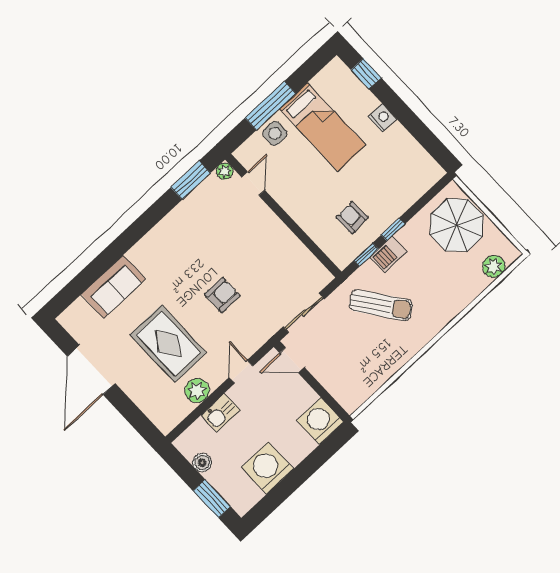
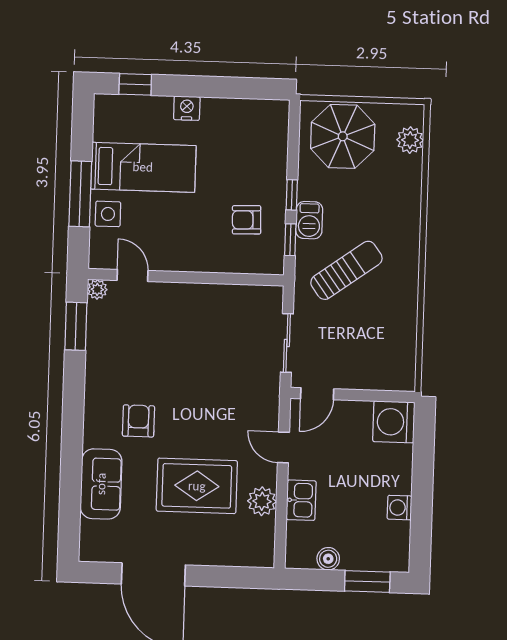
armchair: (222, 295) -> (138, 421), moved
washing machine: (268, 468) -> (399, 508), width x0.53, depth x0.53

